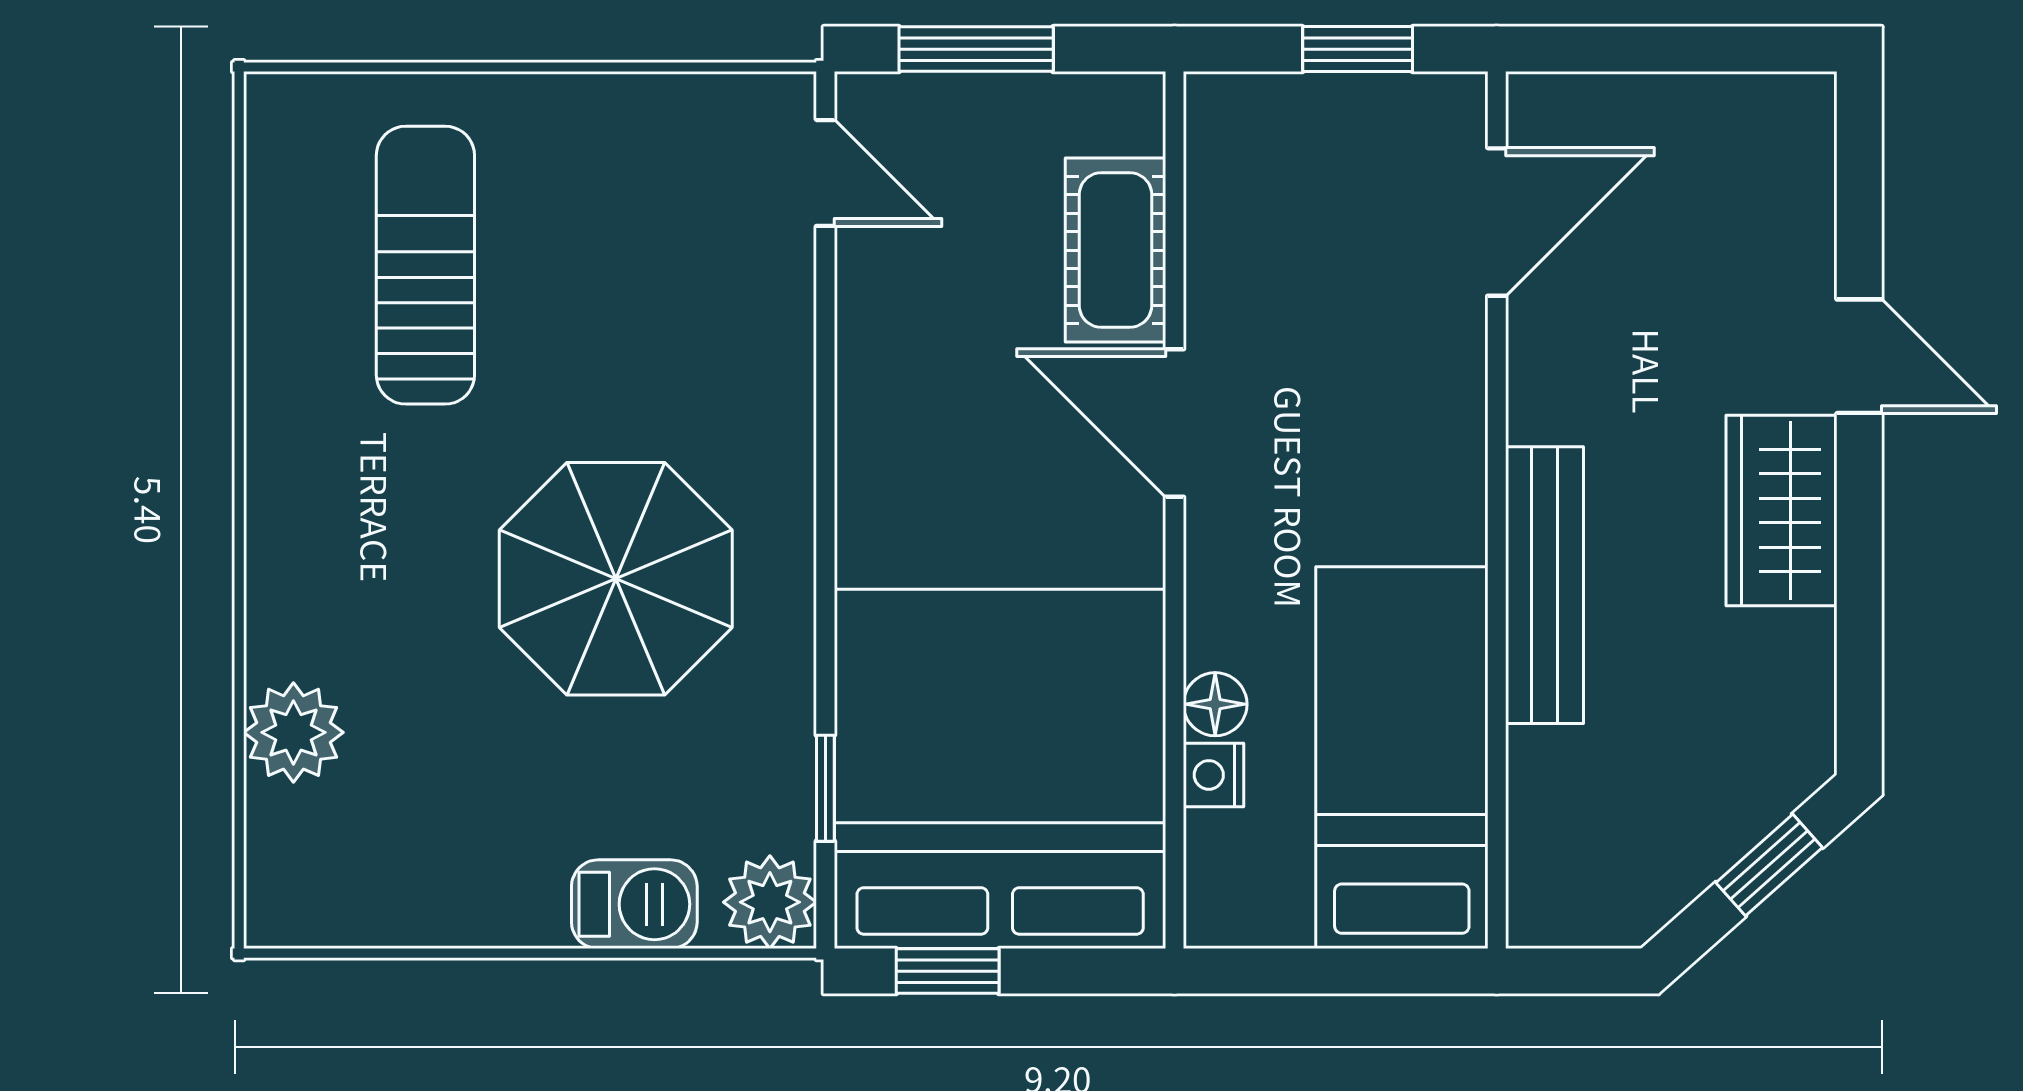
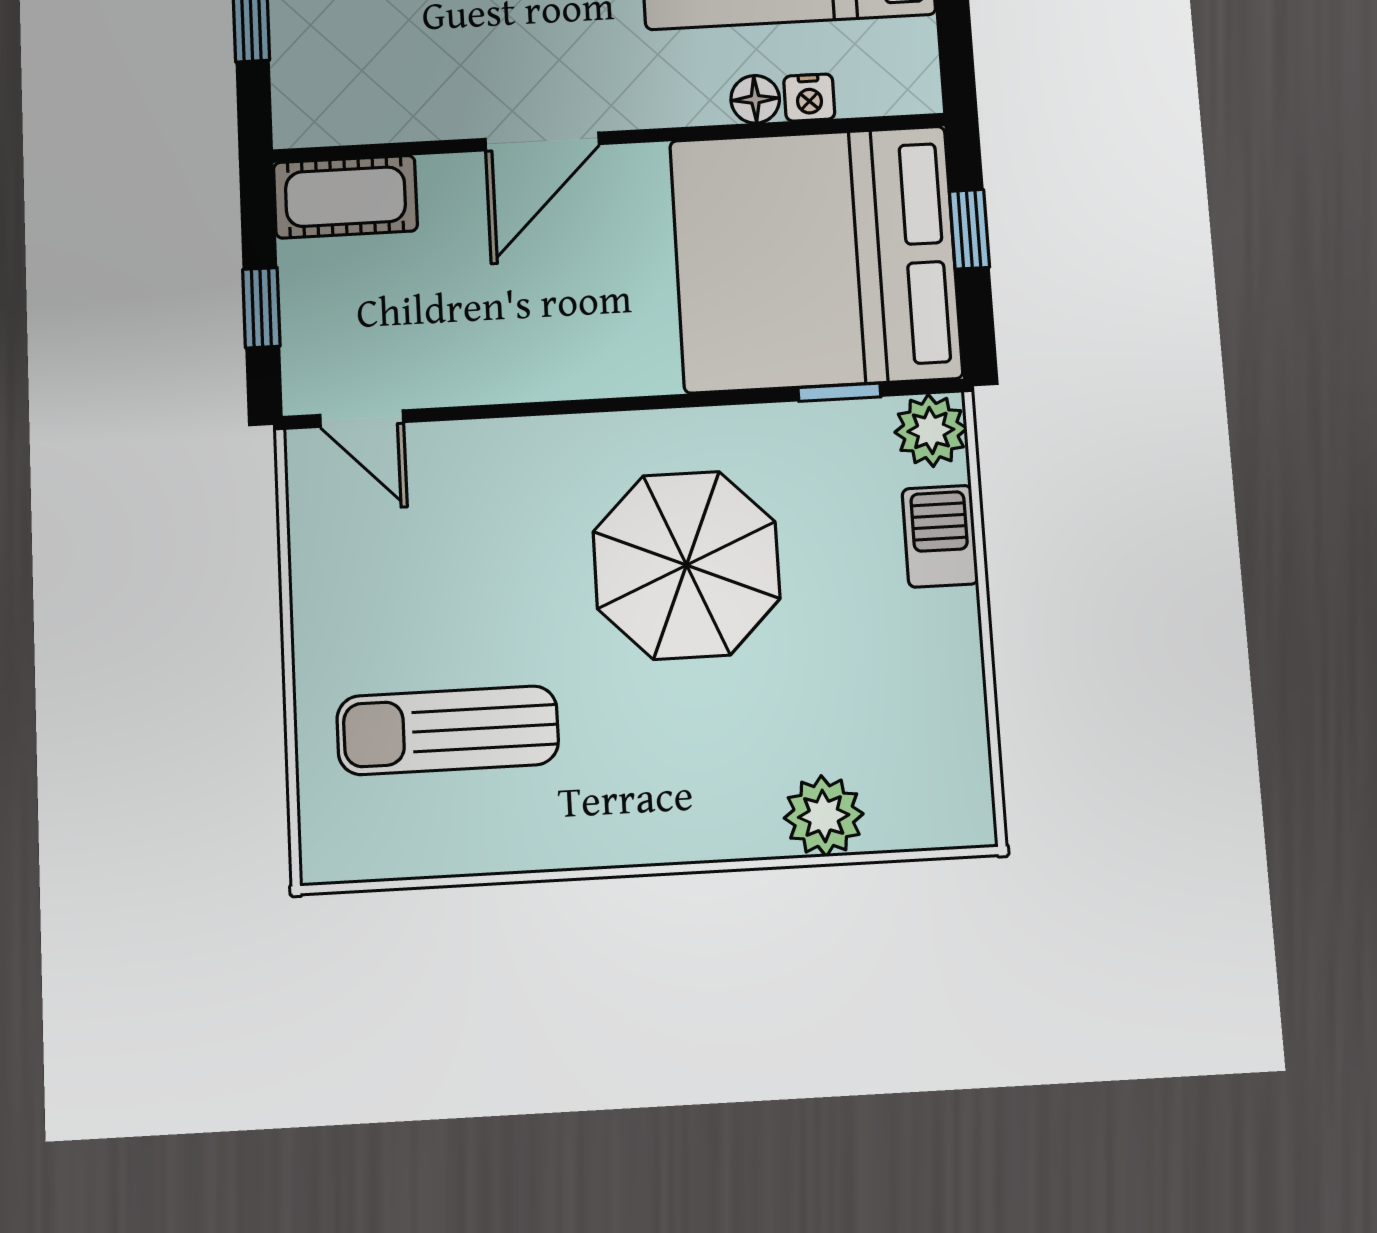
window: (976, 49) -> (261, 308), width x0.67
door: (825, 173) -> (362, 419), swing flipped
cot: (1116, 250) -> (345, 197), moved
window: (948, 971) -> (969, 229), moved

